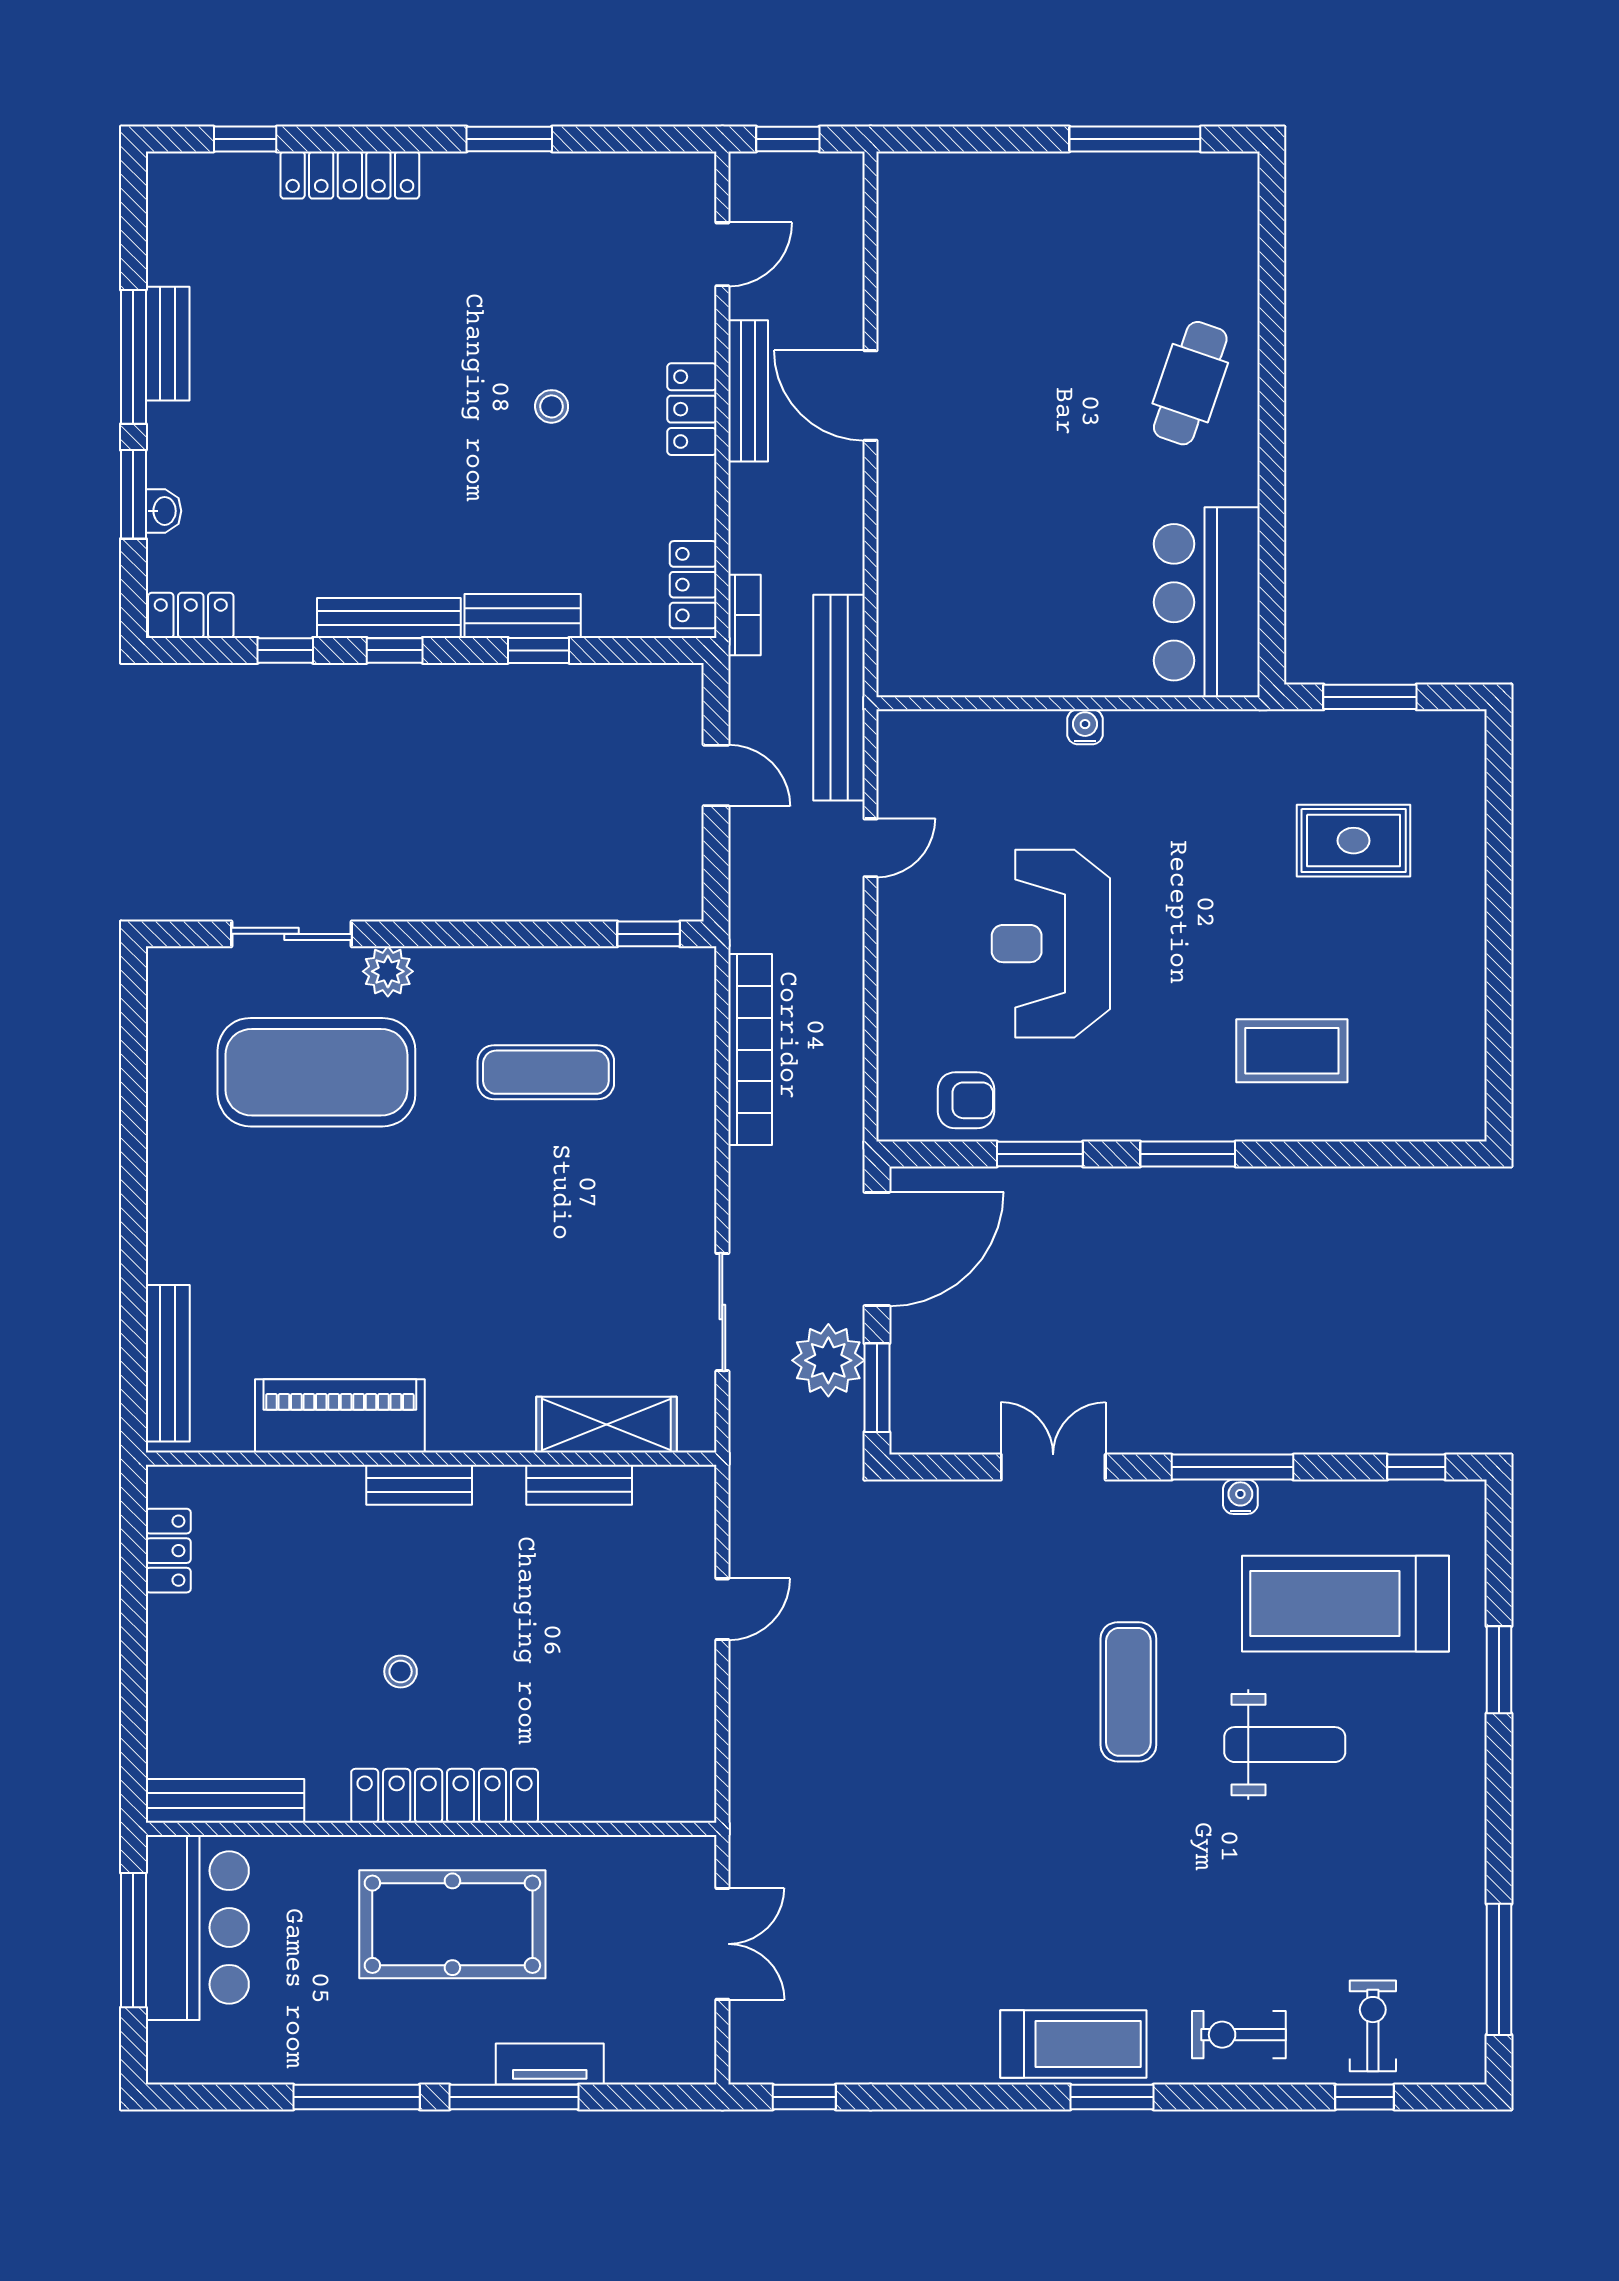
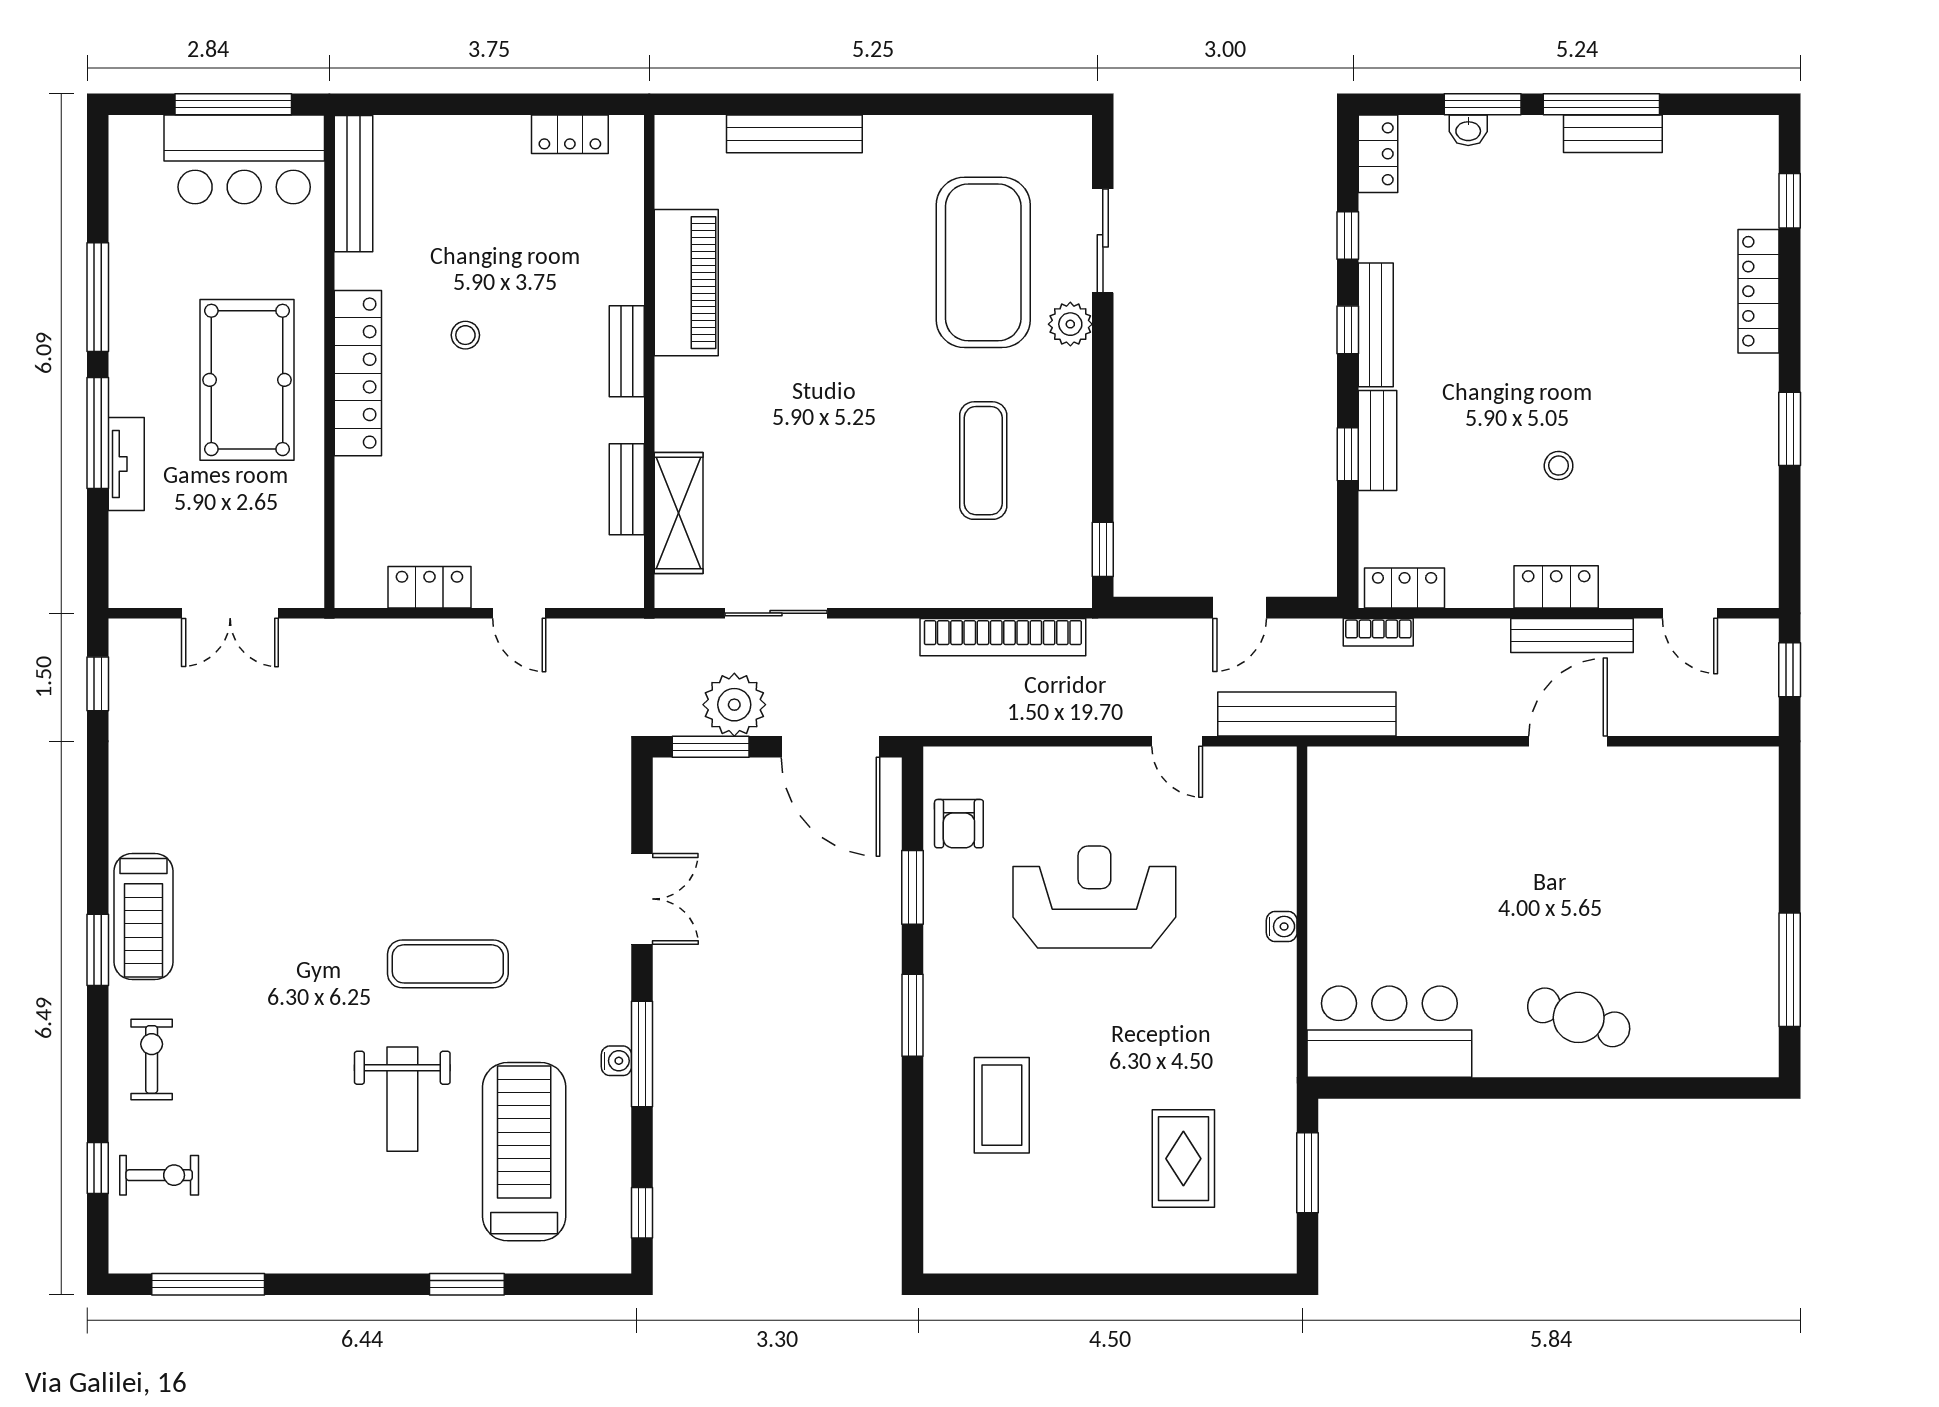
bench: (168, 1363) -> (794, 134), moved
locker: (692, 1713) -> (429, 587), added

